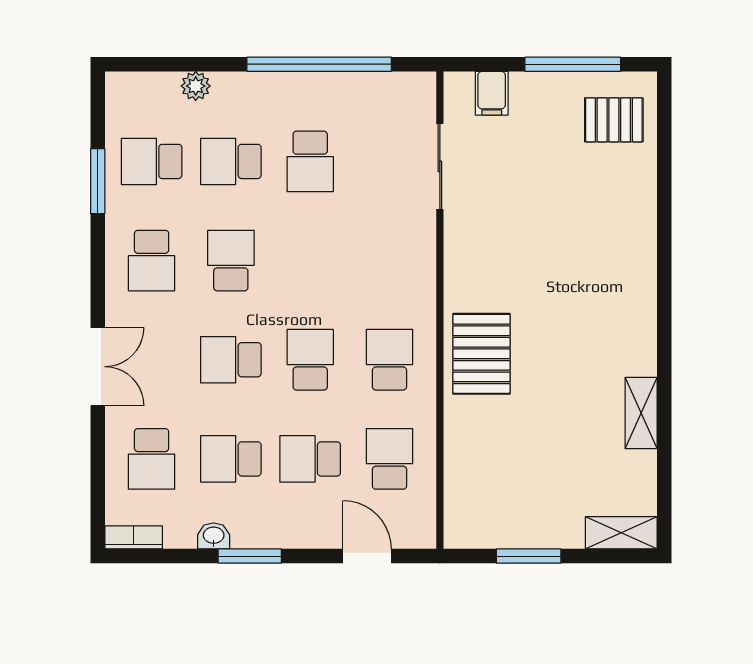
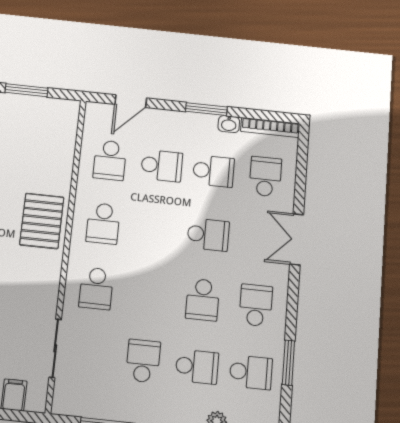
school desk: (310, 360) -> (96, 289), moved
bookcase: (134, 537) -> (270, 127), width x1.56
door: (367, 556) -> (131, 101), hinge flipped

